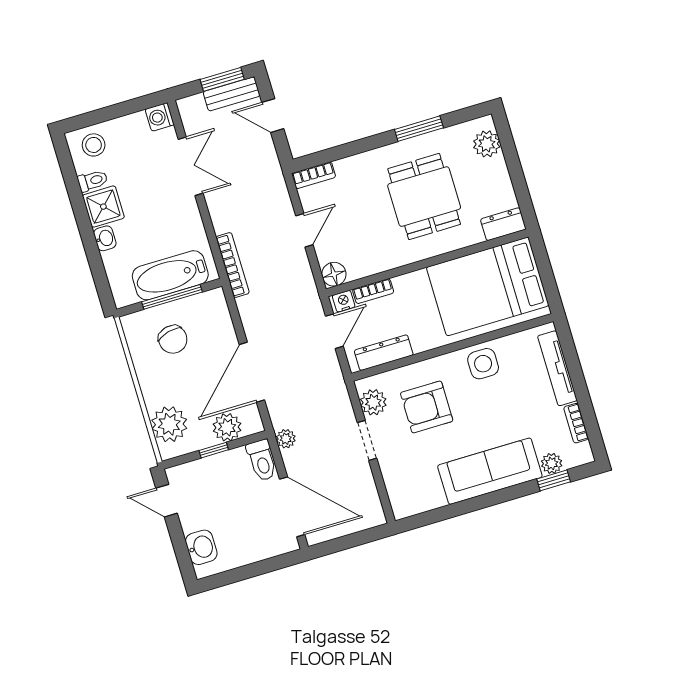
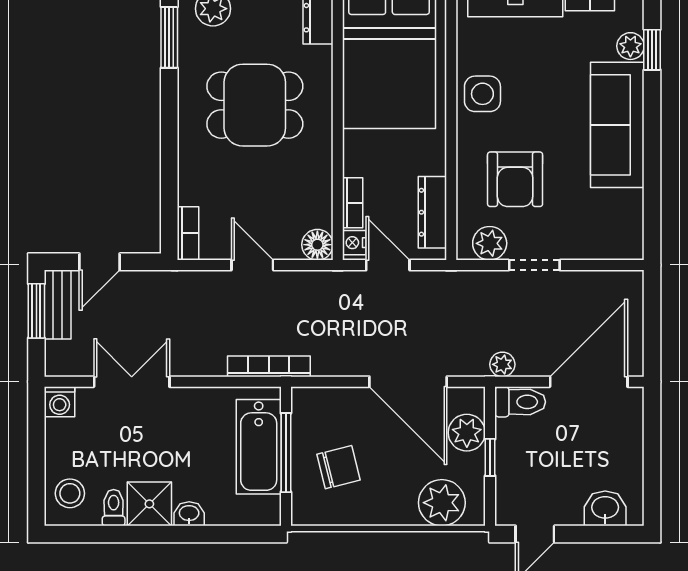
window: (419, 129) -> (169, 37), moved

